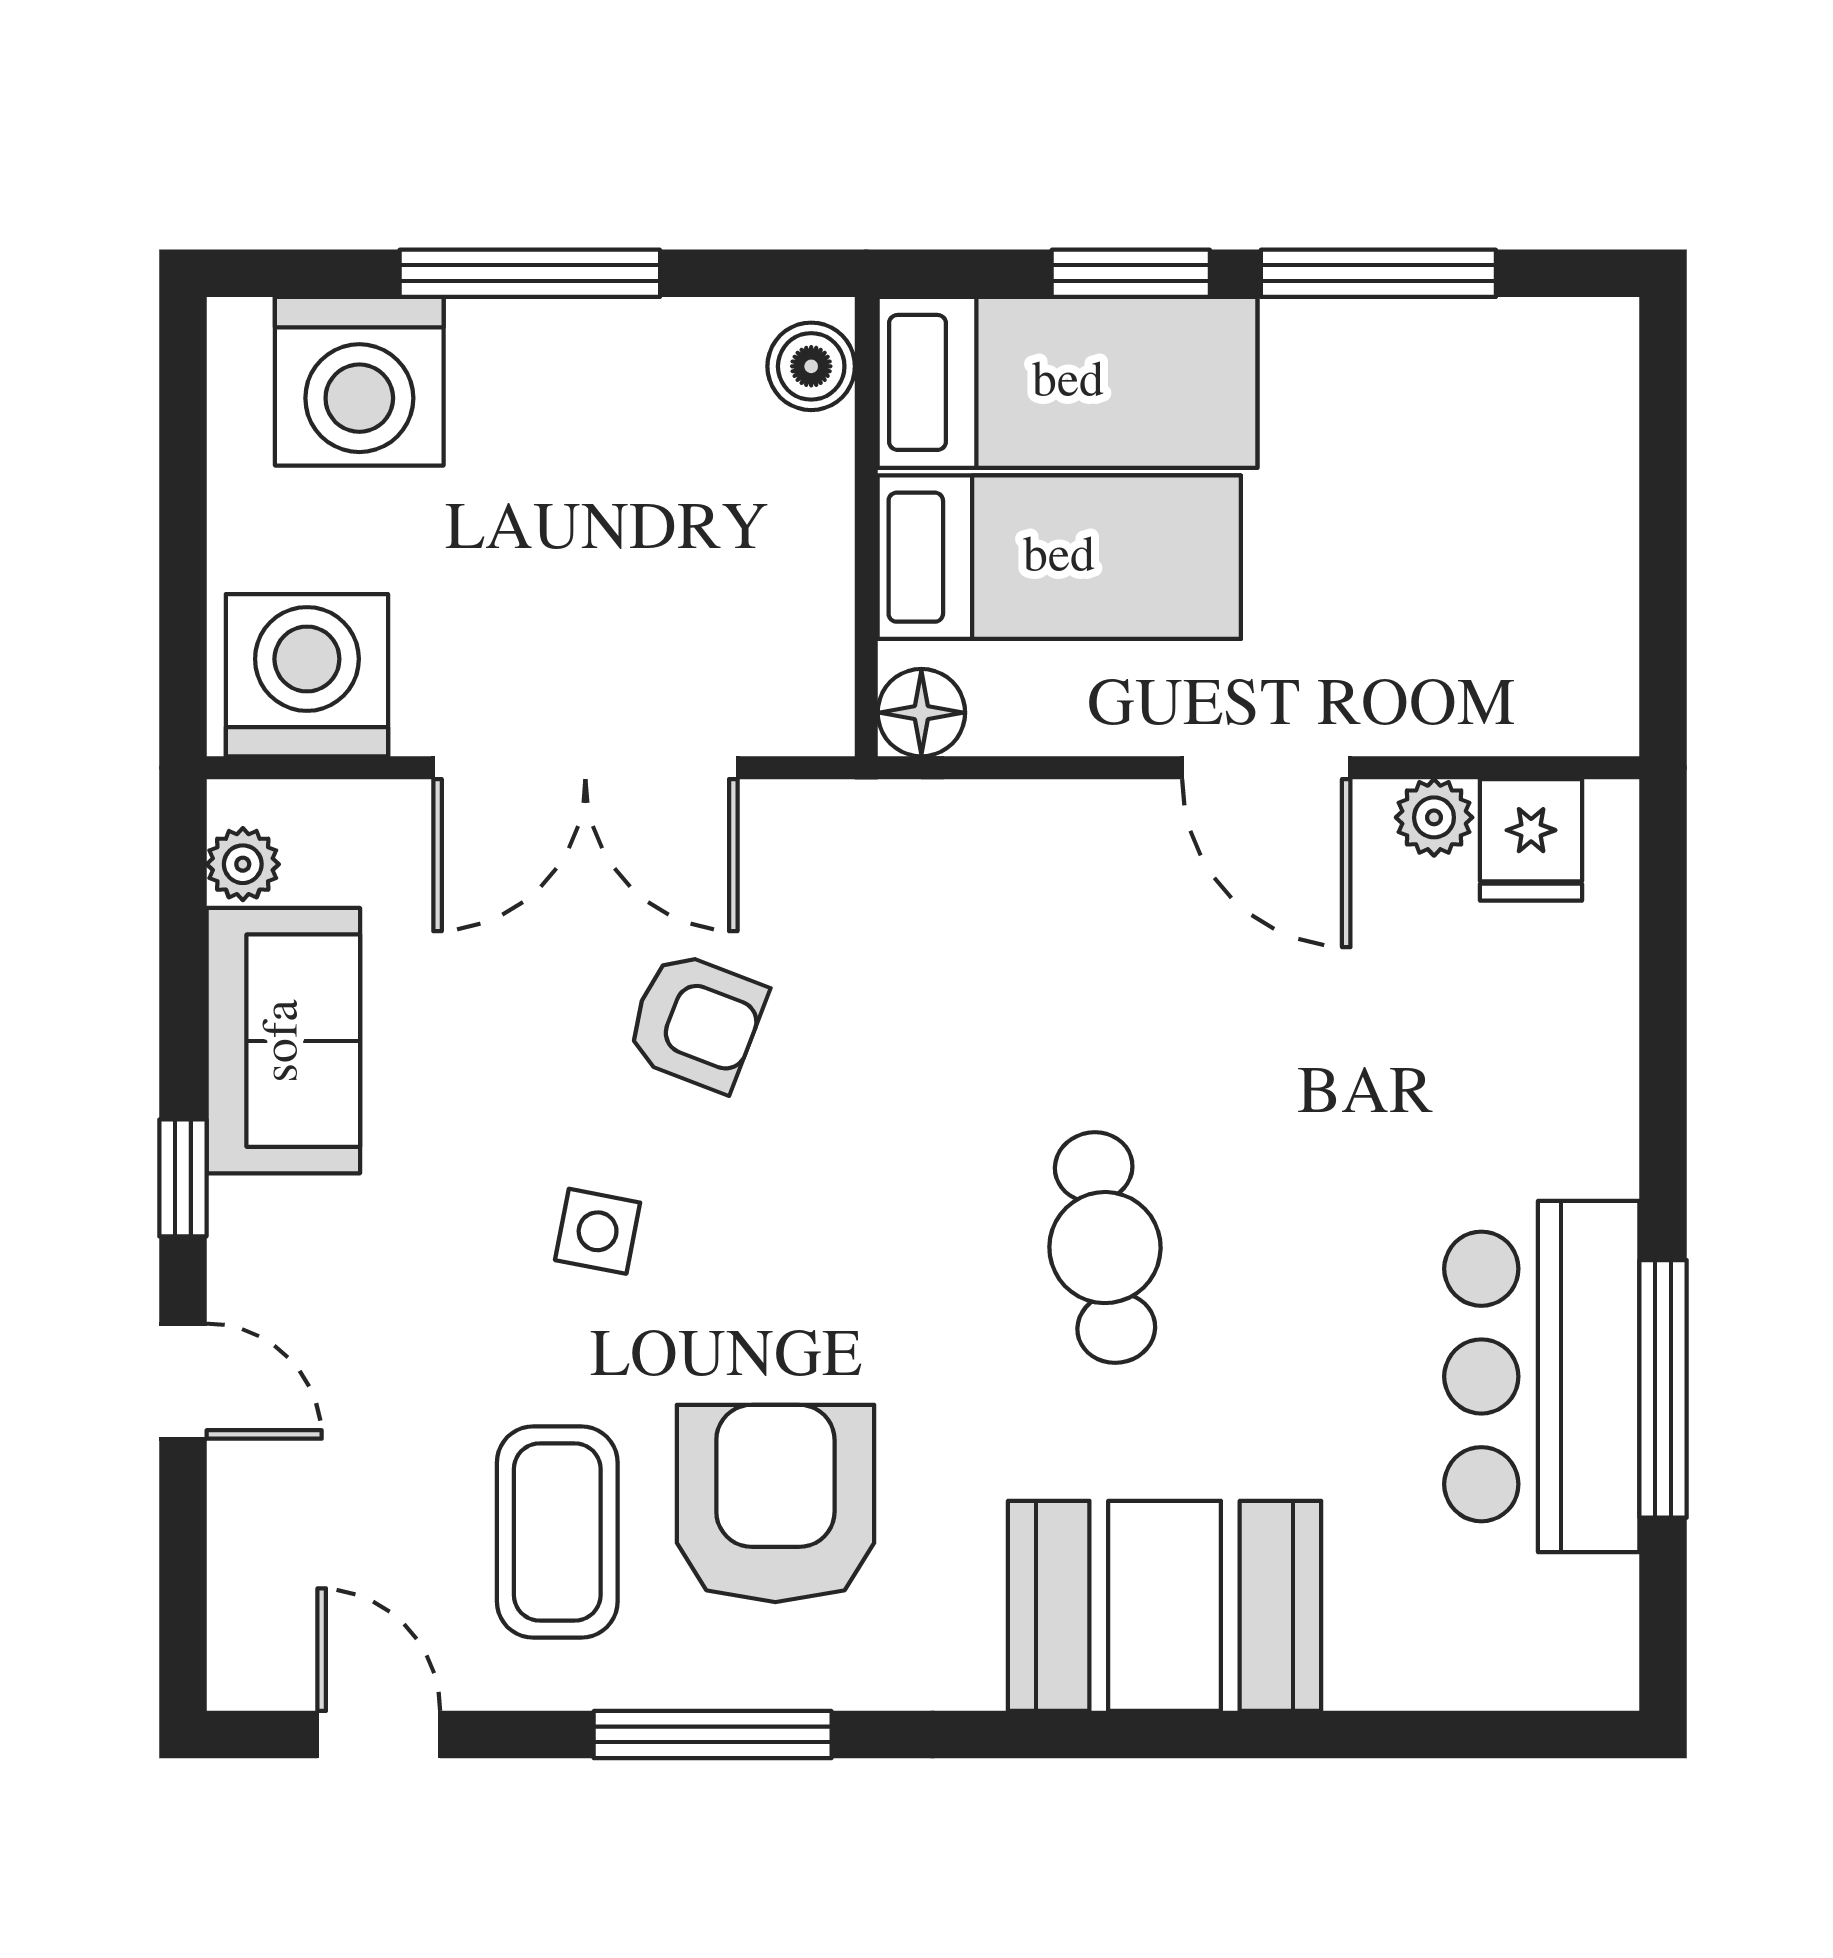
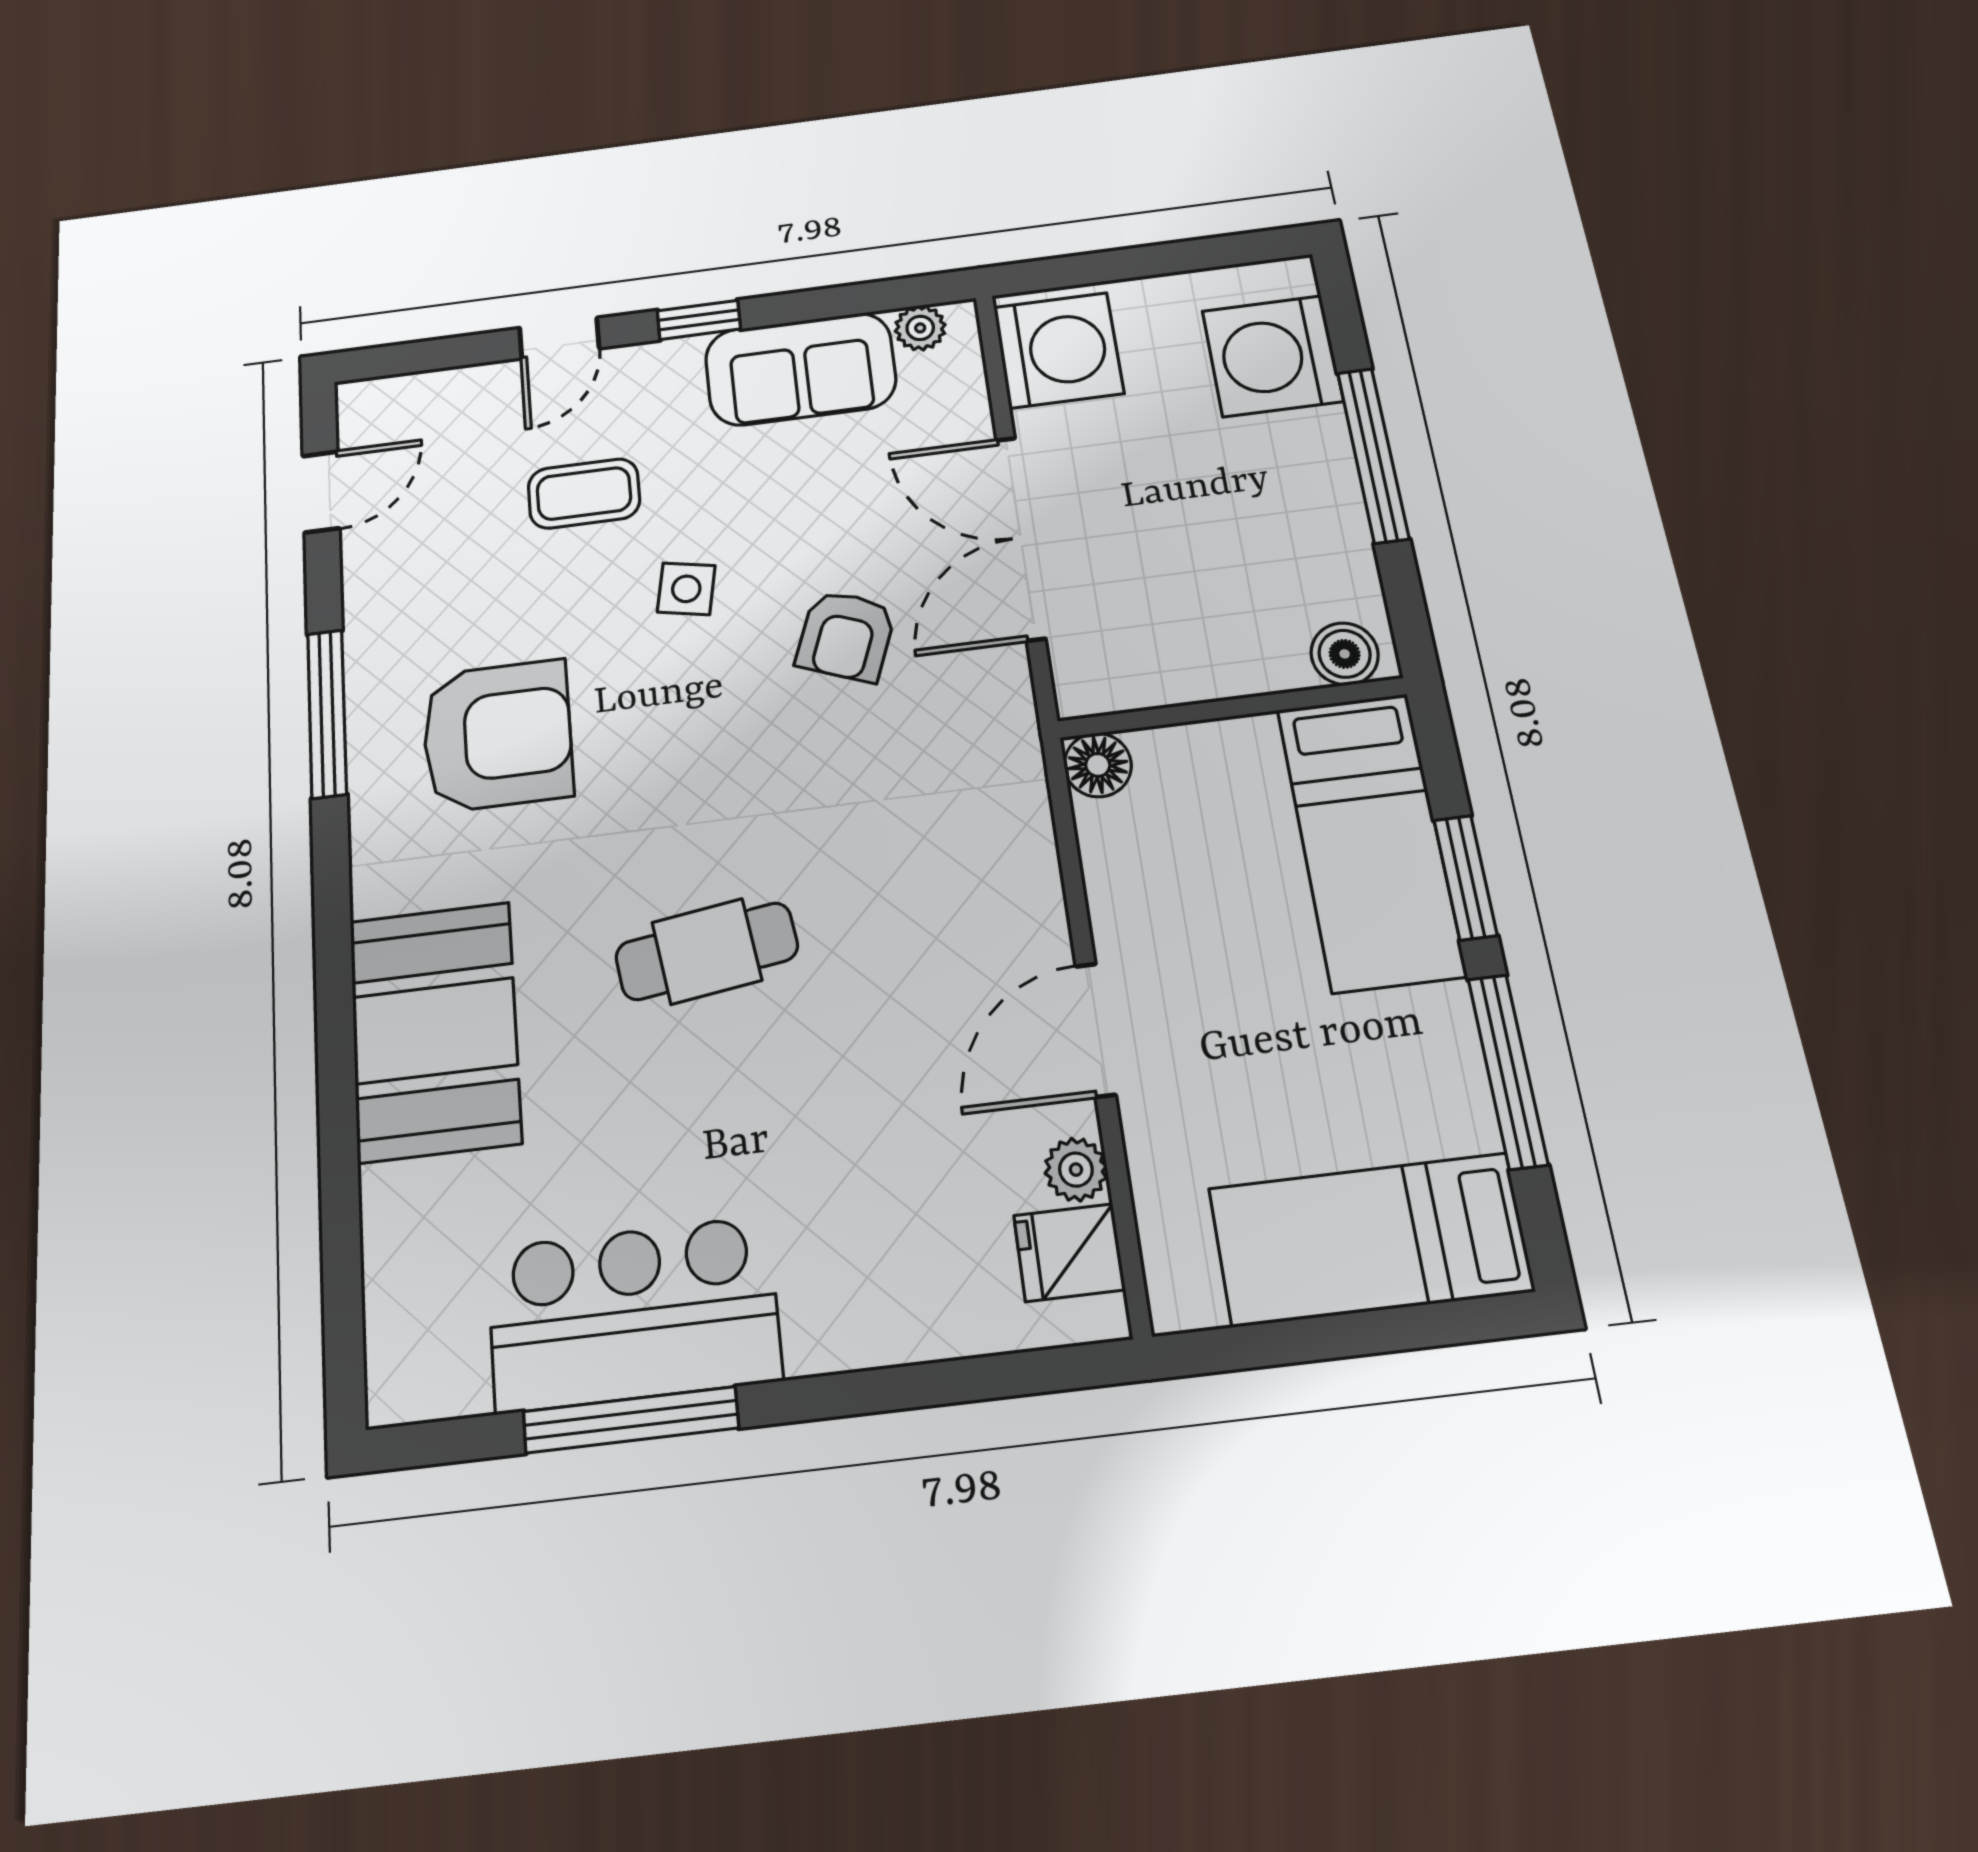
bed: (1059, 557) -> (1370, 1240), moved, turned 90
coffee table: (557, 1532) -> (584, 494), moved, width x0.73, depth x0.77

